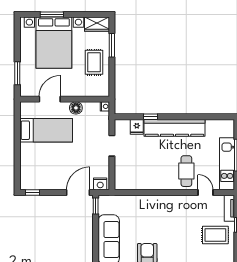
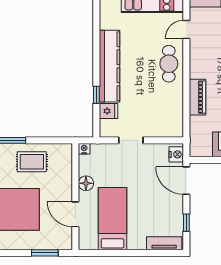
cafe table: (186, 171) -> (169, 64), moved, turned 90
tv unit: (25, 174) -> (164, 243), added
window: (32, 193) -> (186, 223), moved
piano: (149, 202) -> (197, 97), added
window: (96, 206) -> (202, 160), removed

